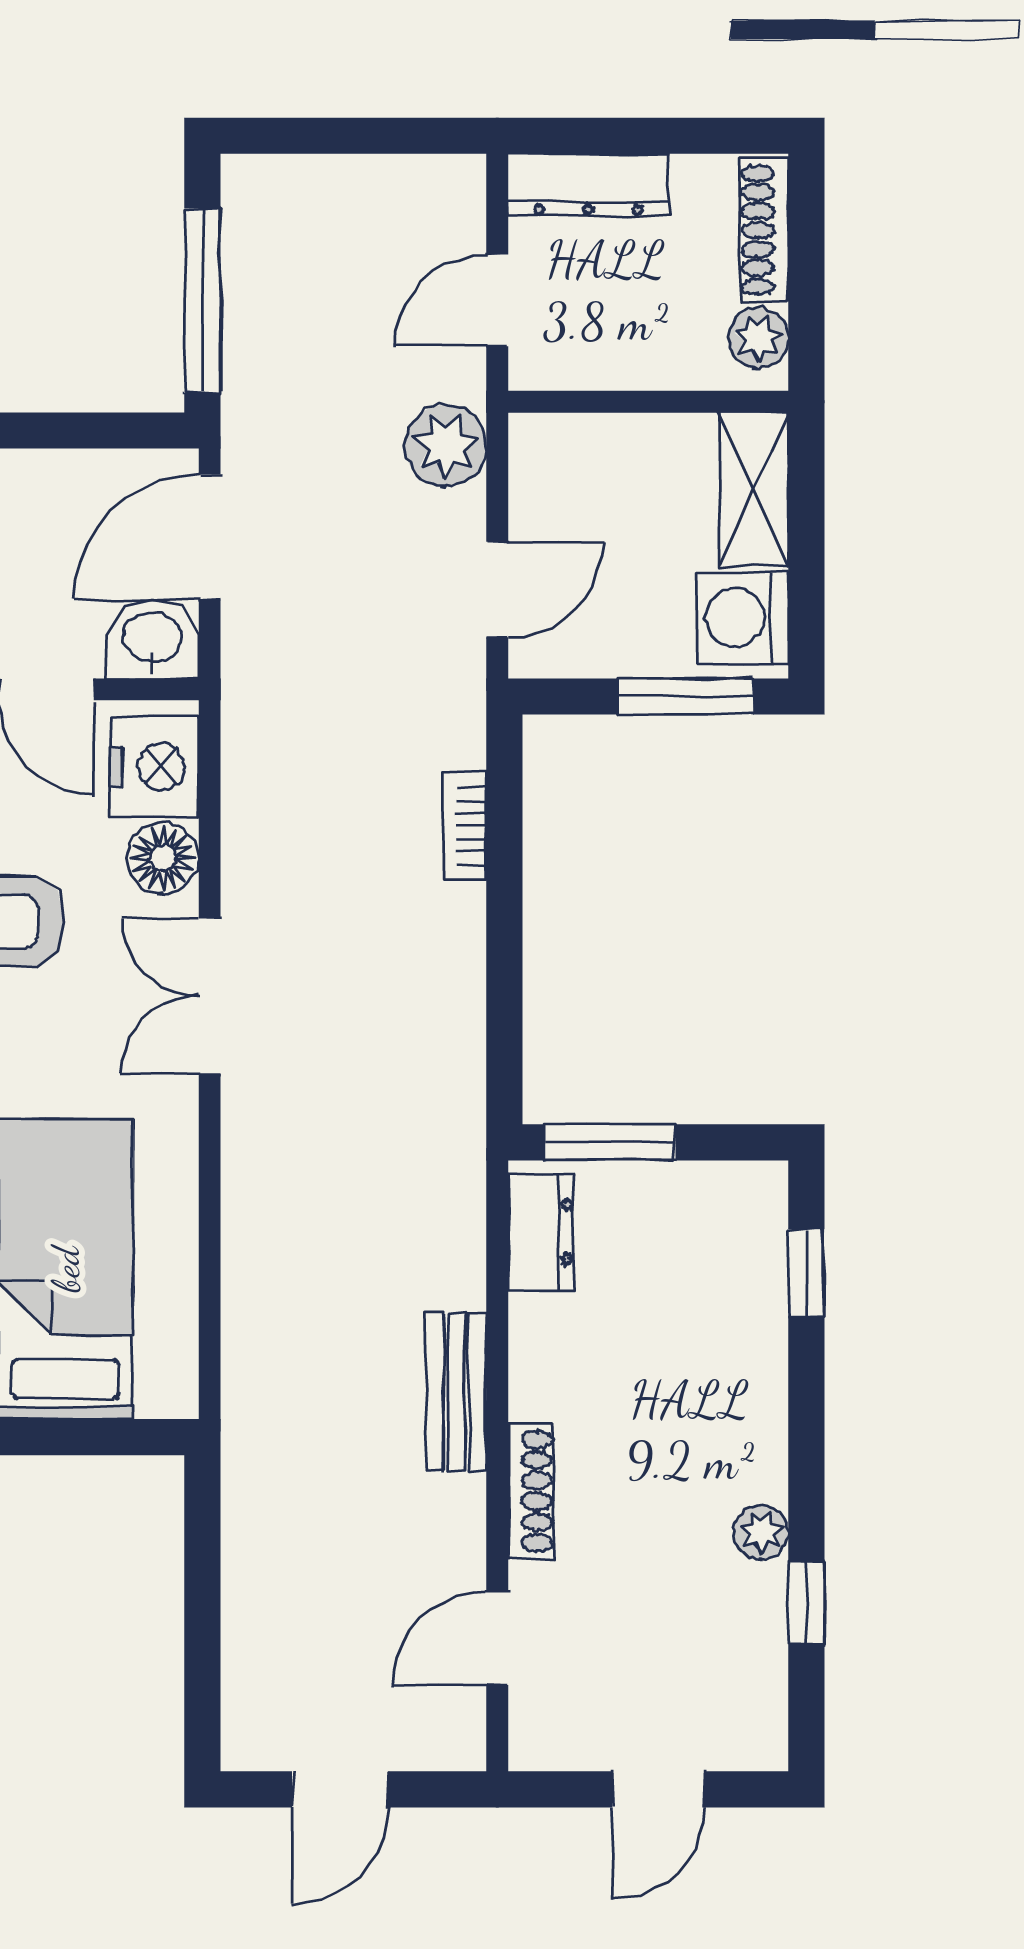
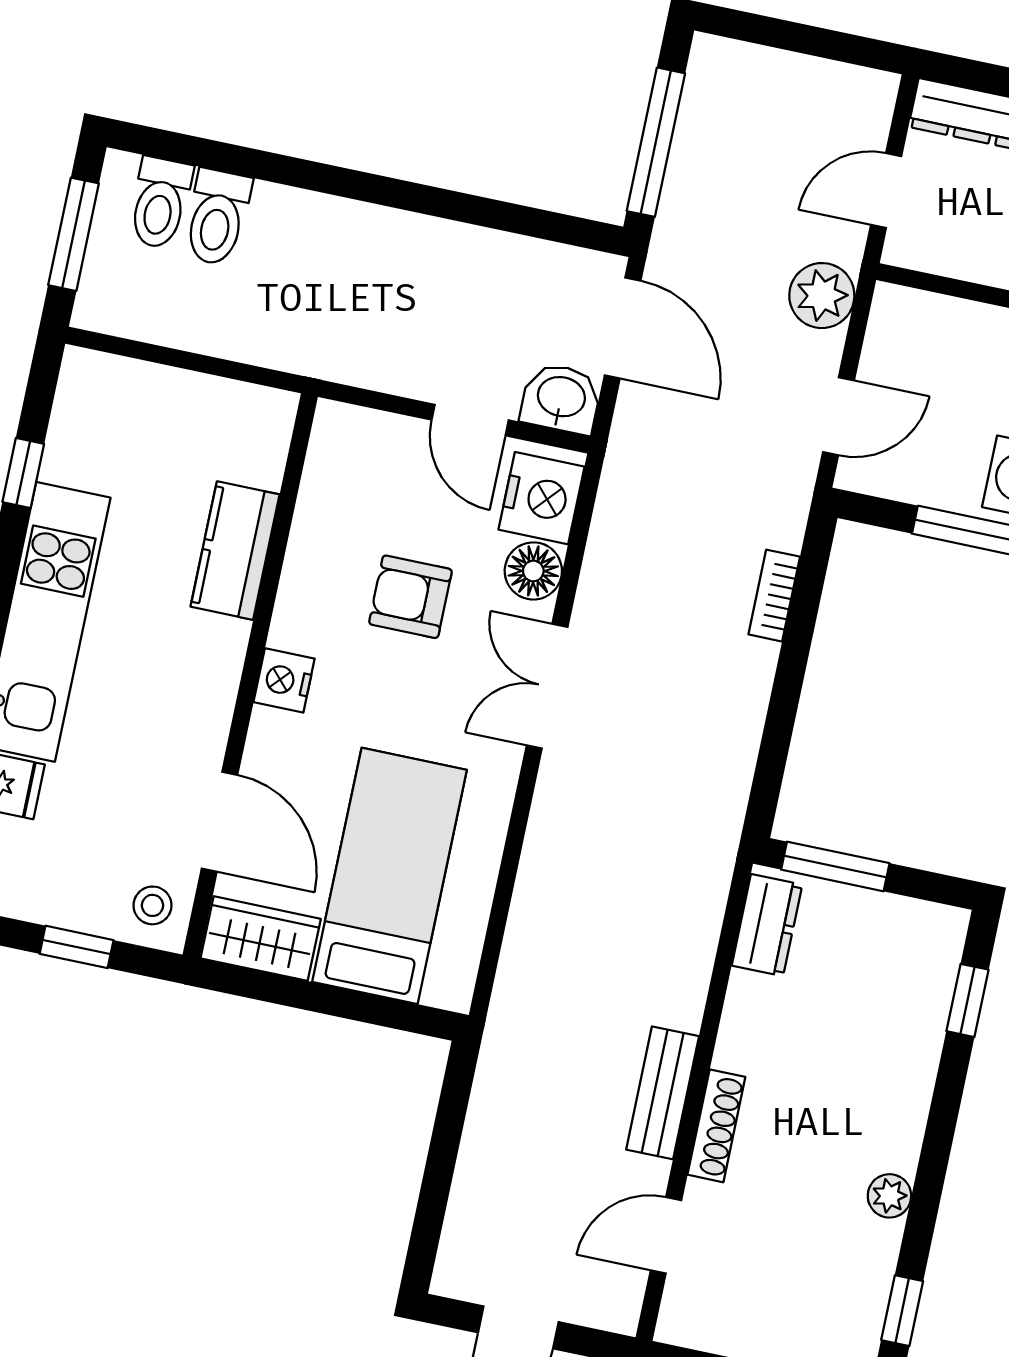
door: (210, 537) -> (623, 328), swing flipped
bench: (456, 1391) -> (663, 1093), moved
window: (806, 1603) -> (902, 1311), moved

